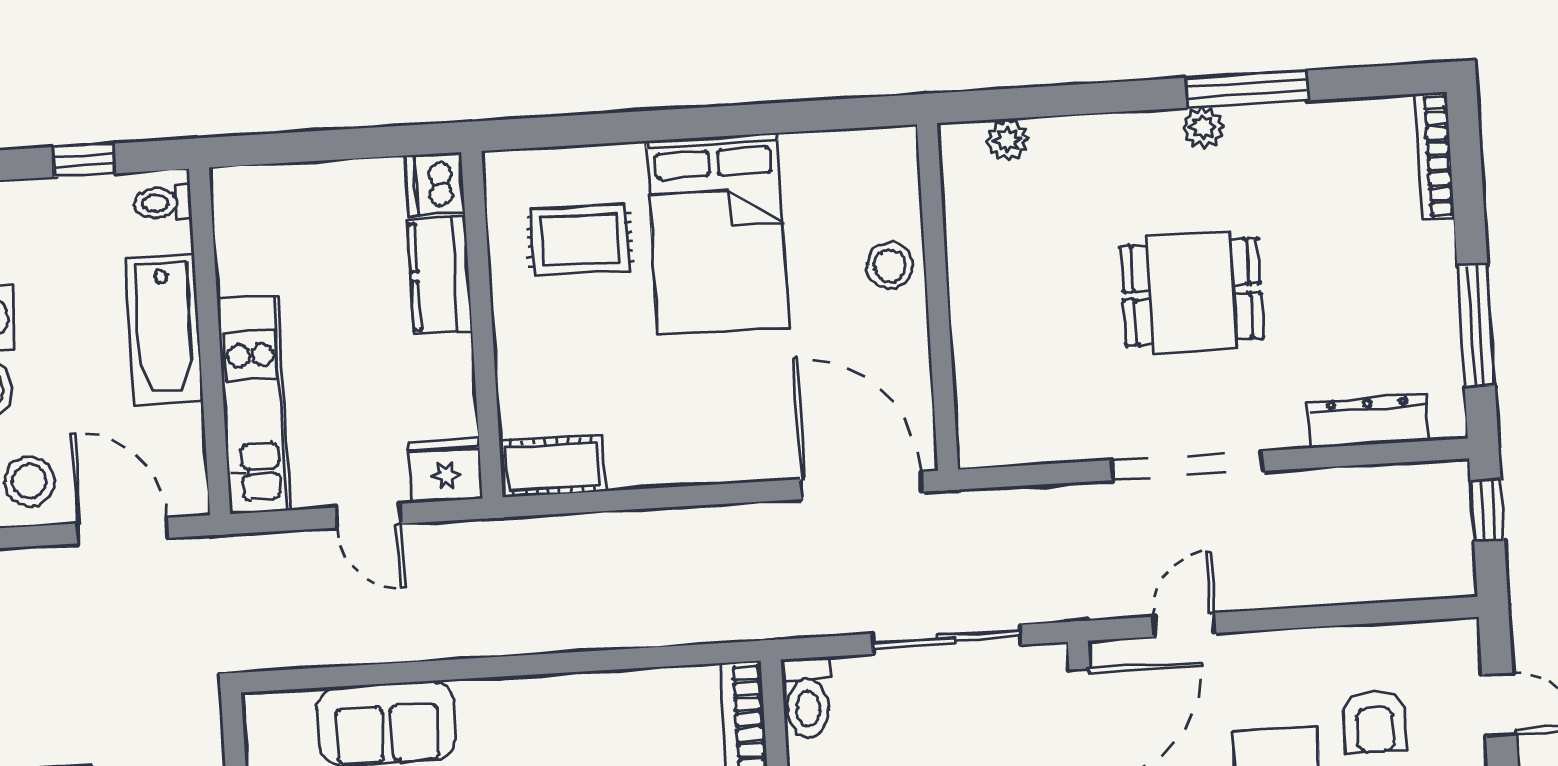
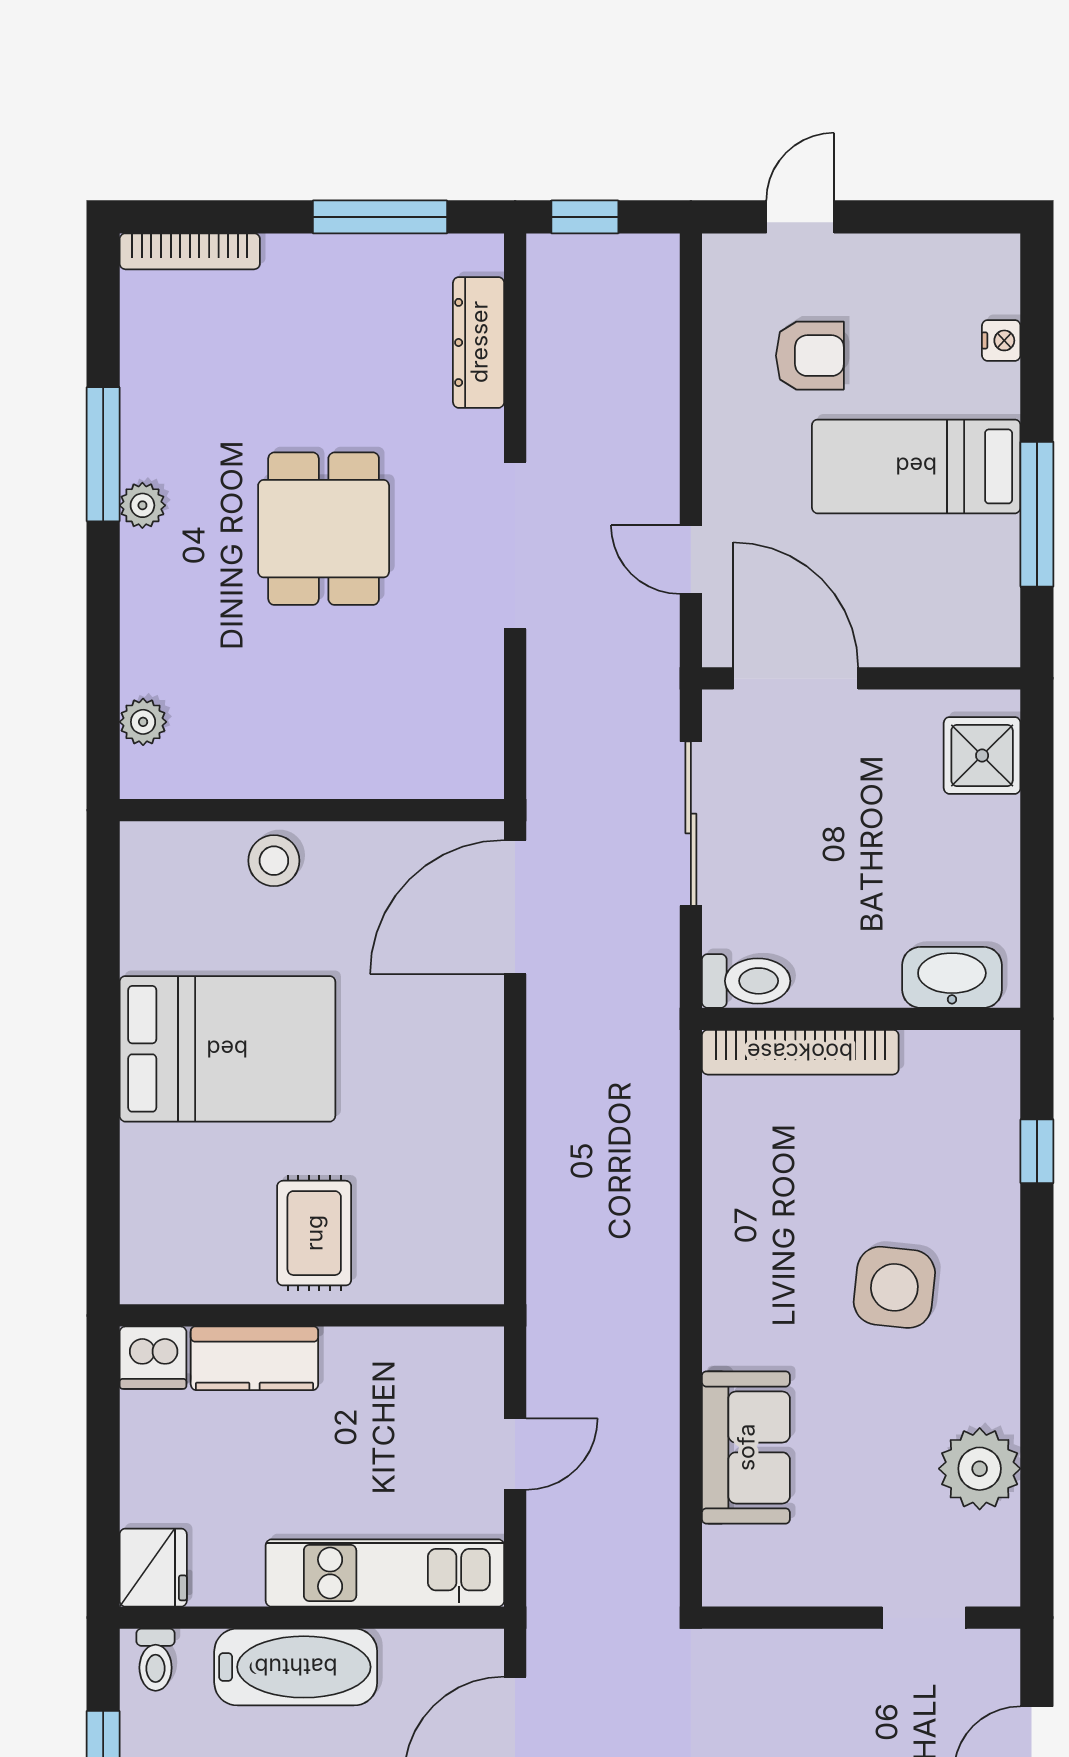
rug: (580, 240) -> (314, 1233), moved
cot: (552, 466) -> (473, 1247), removed
fridge: (446, 471) -> (153, 1568), moved, turned 180

